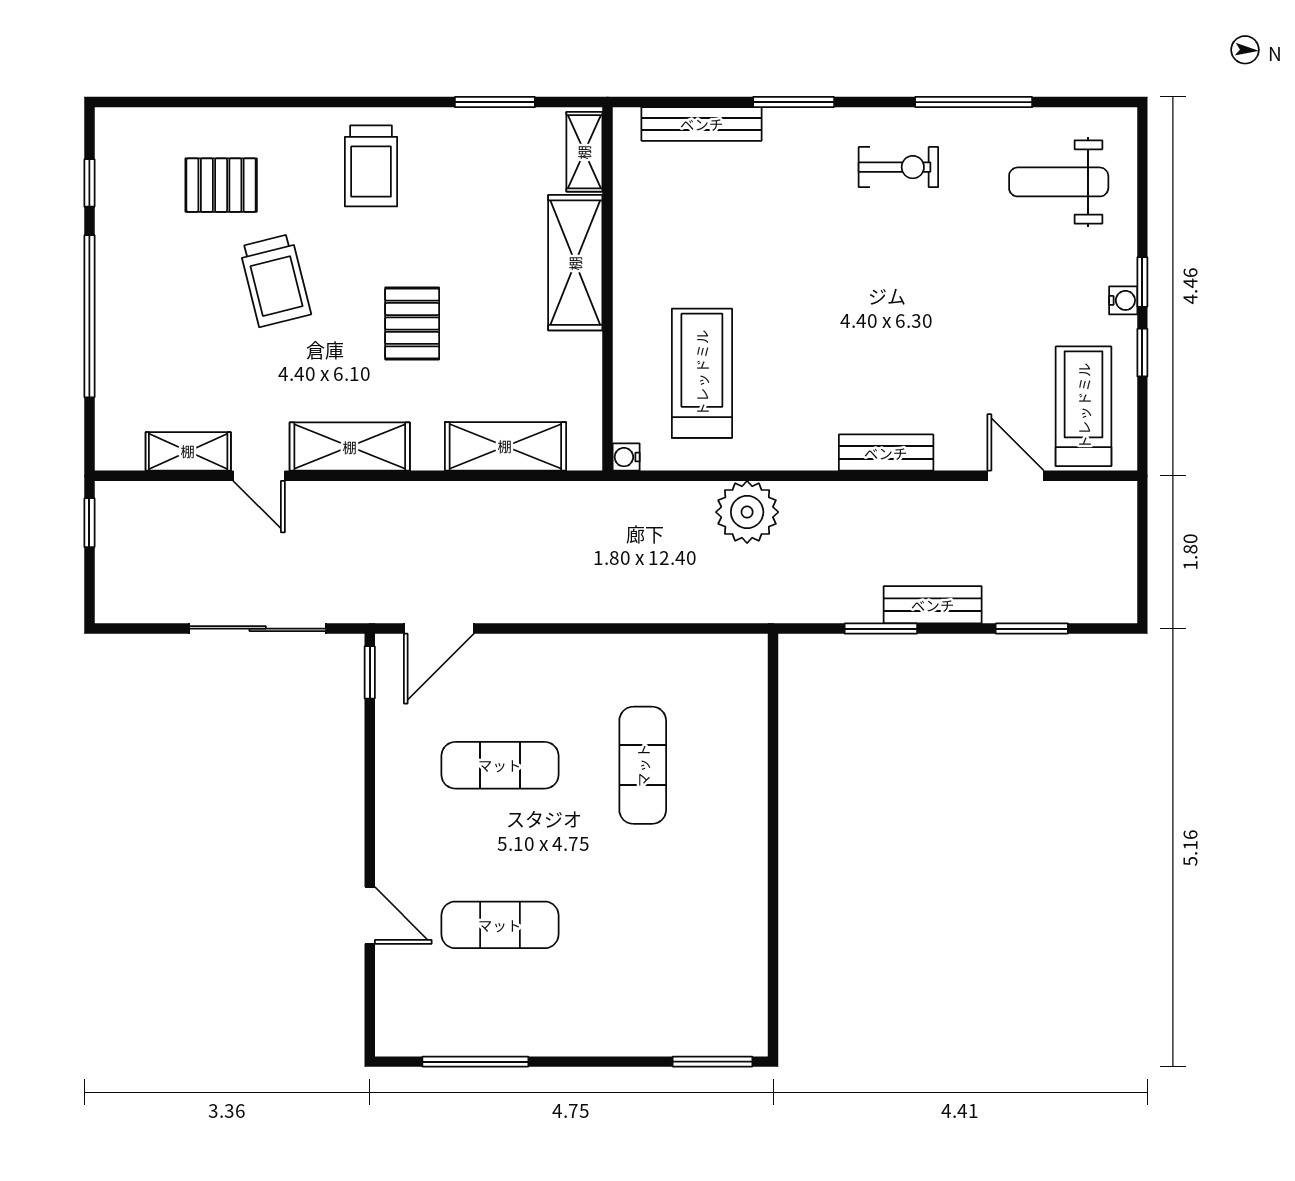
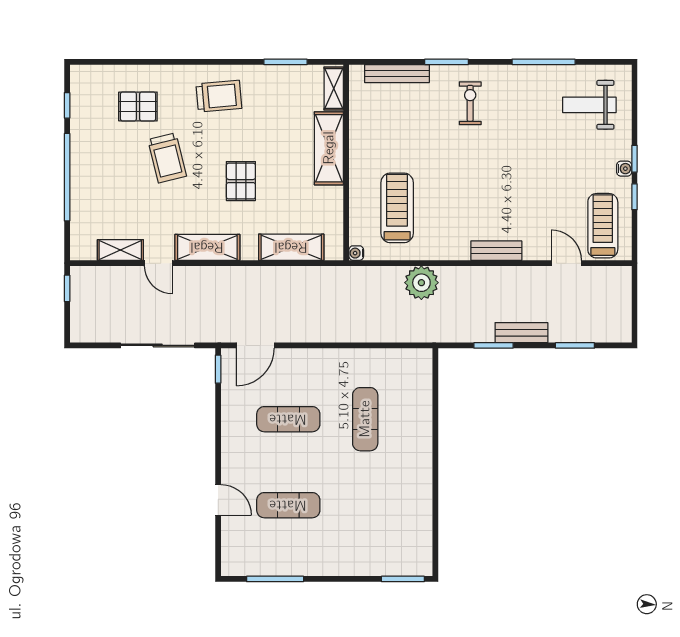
trolley: (371, 166) -> (219, 96), turned -95
exercise bike: (898, 167) -> (470, 103), moved, turned -90

